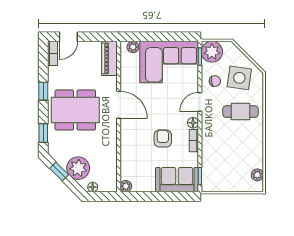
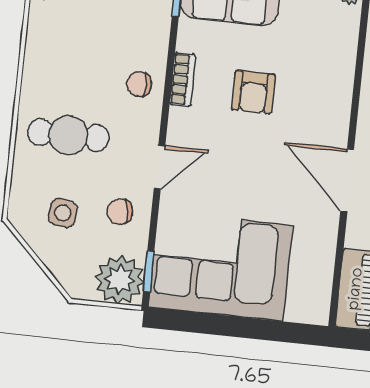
plant: (133, 47) -> (300, 310), removed
side table: (239, 78) -> (63, 213), width x0.54, depth x0.54
floor lamp: (193, 123) -> (180, 121), removed
chair: (212, 137) -> (139, 84), added

